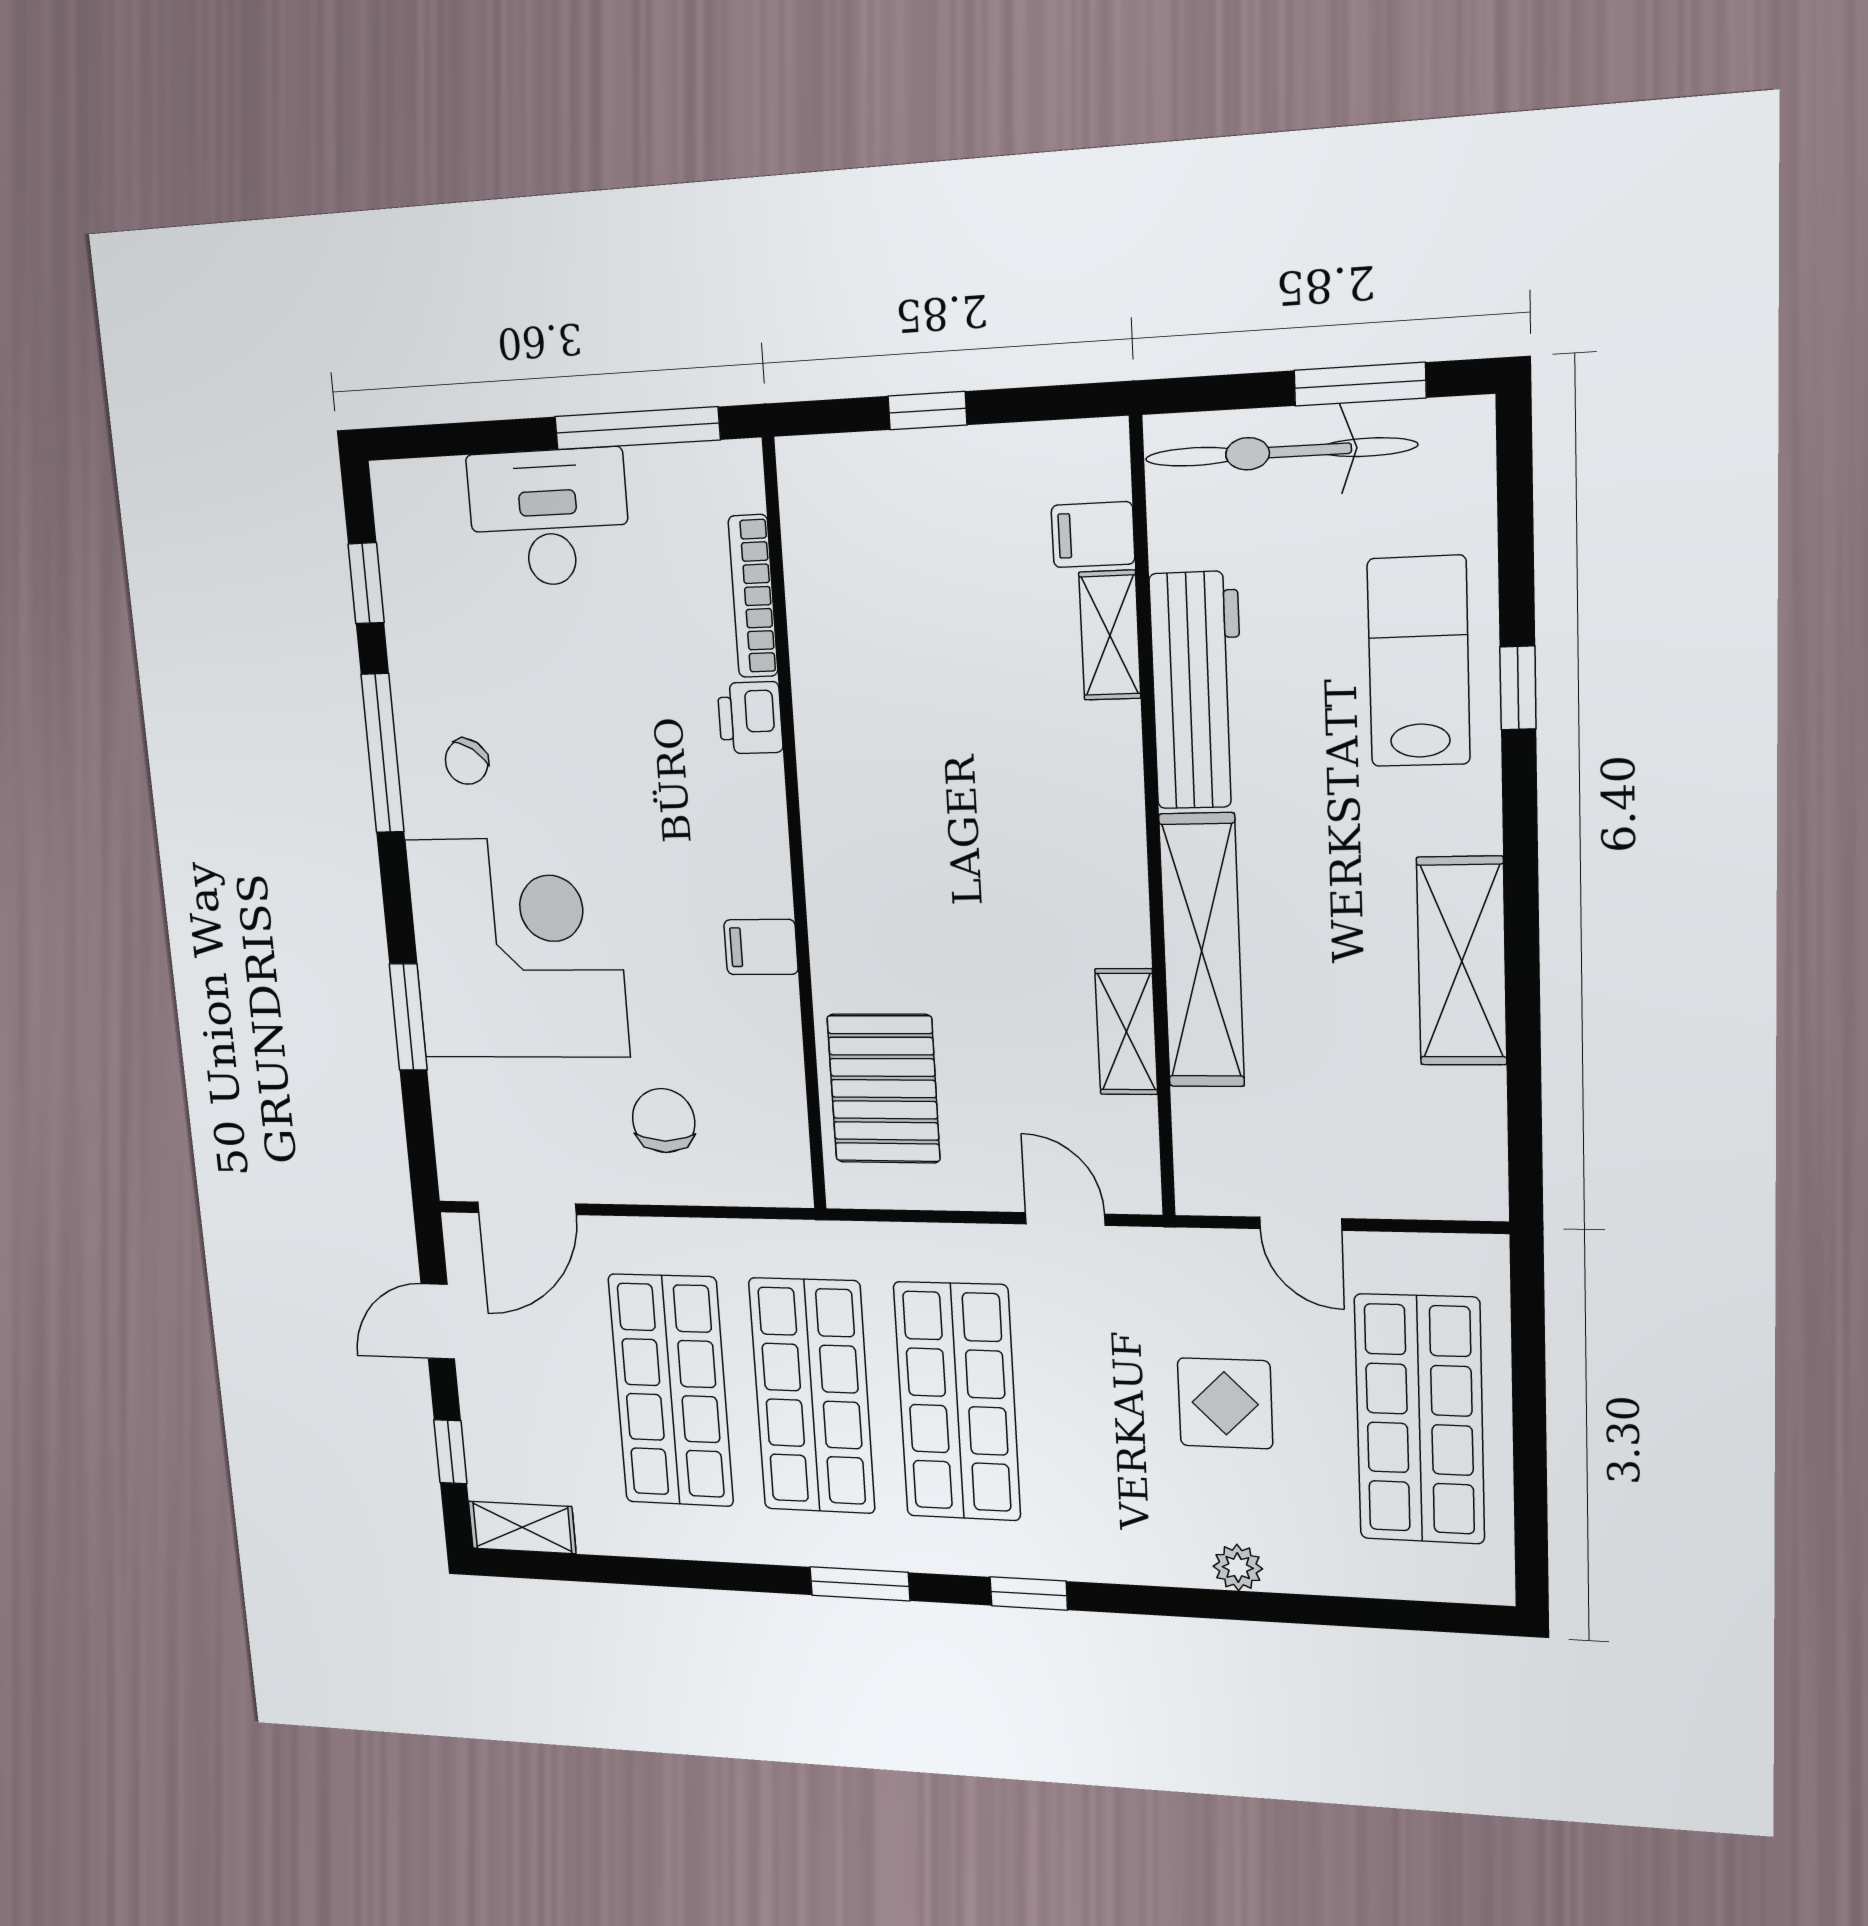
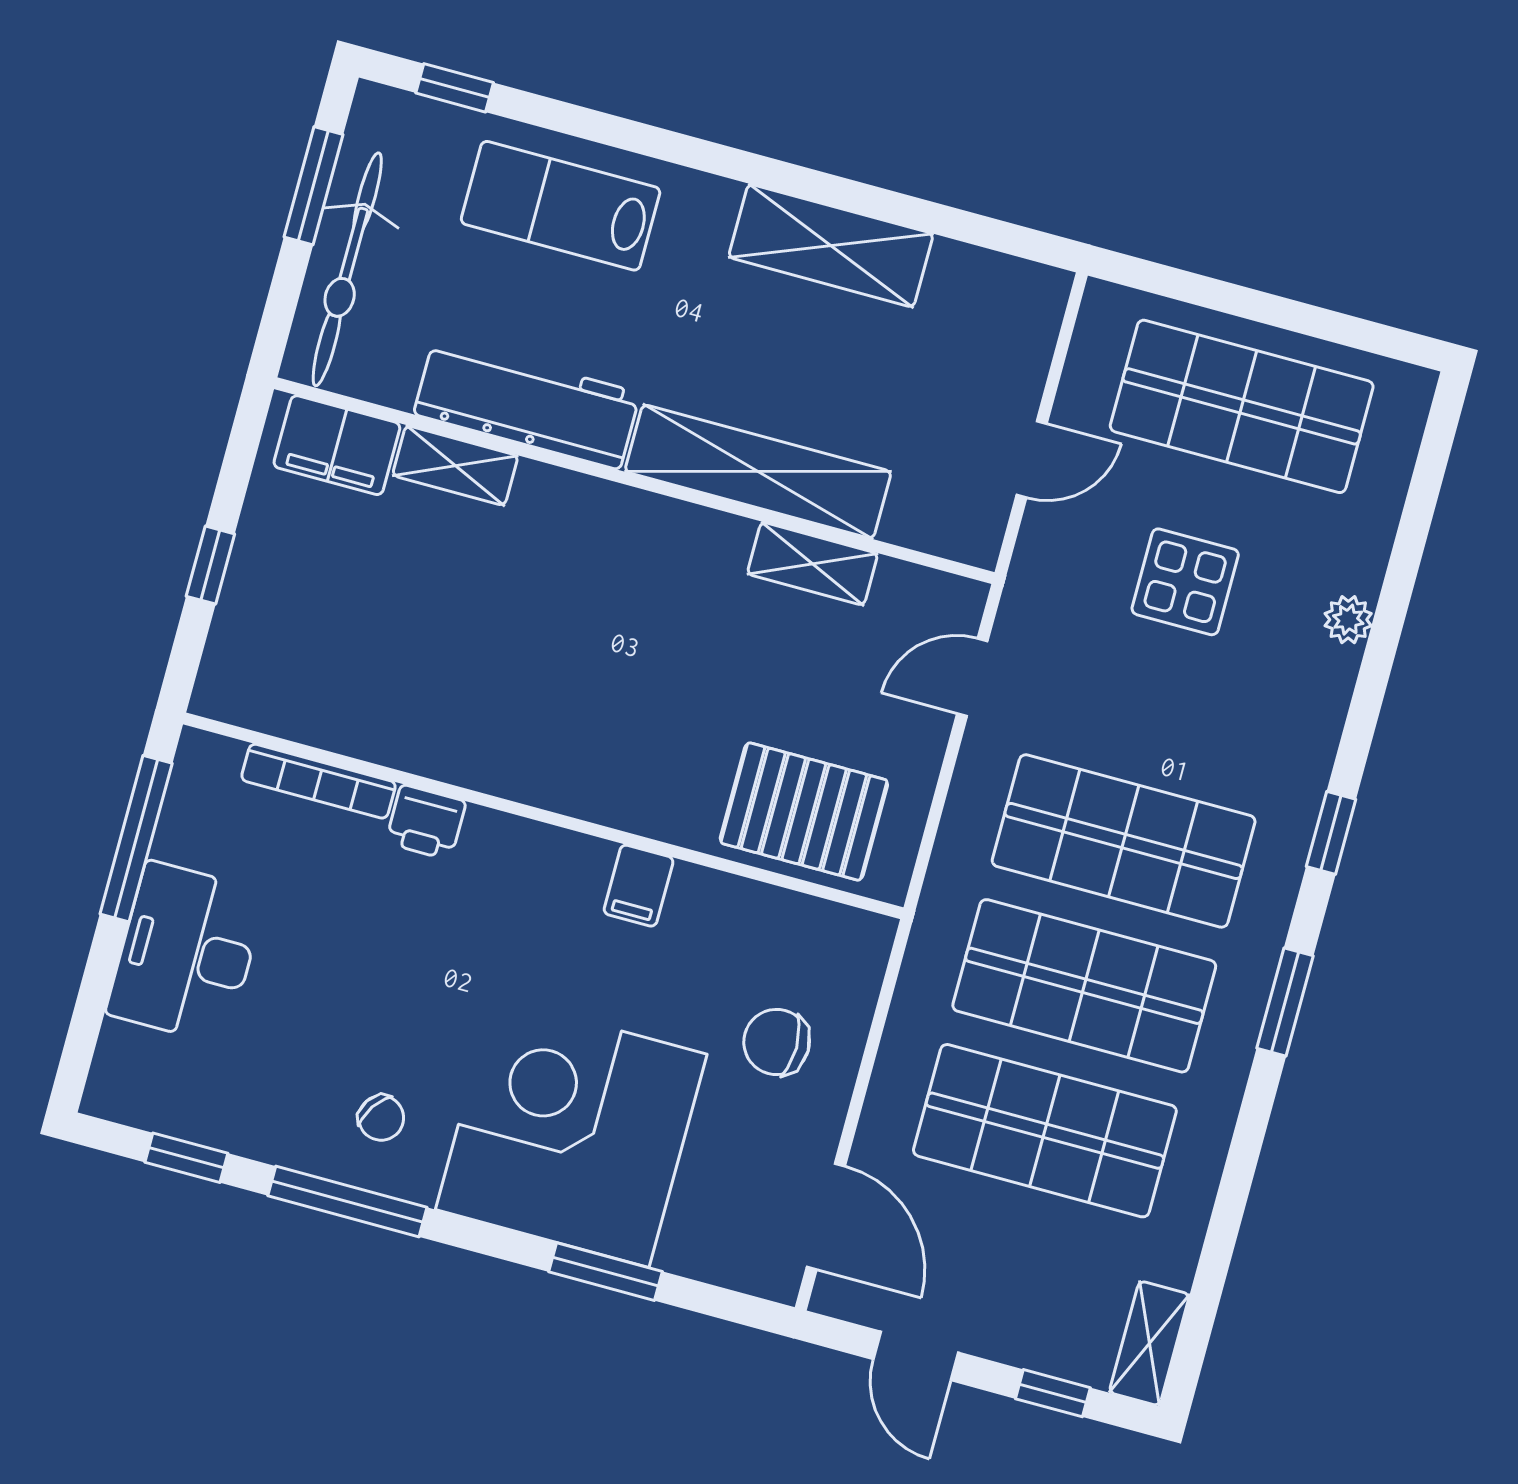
filing cabinet: (1093, 535) -> (337, 445), width x2.00
window: (1518, 688) -> (455, 88), moved

